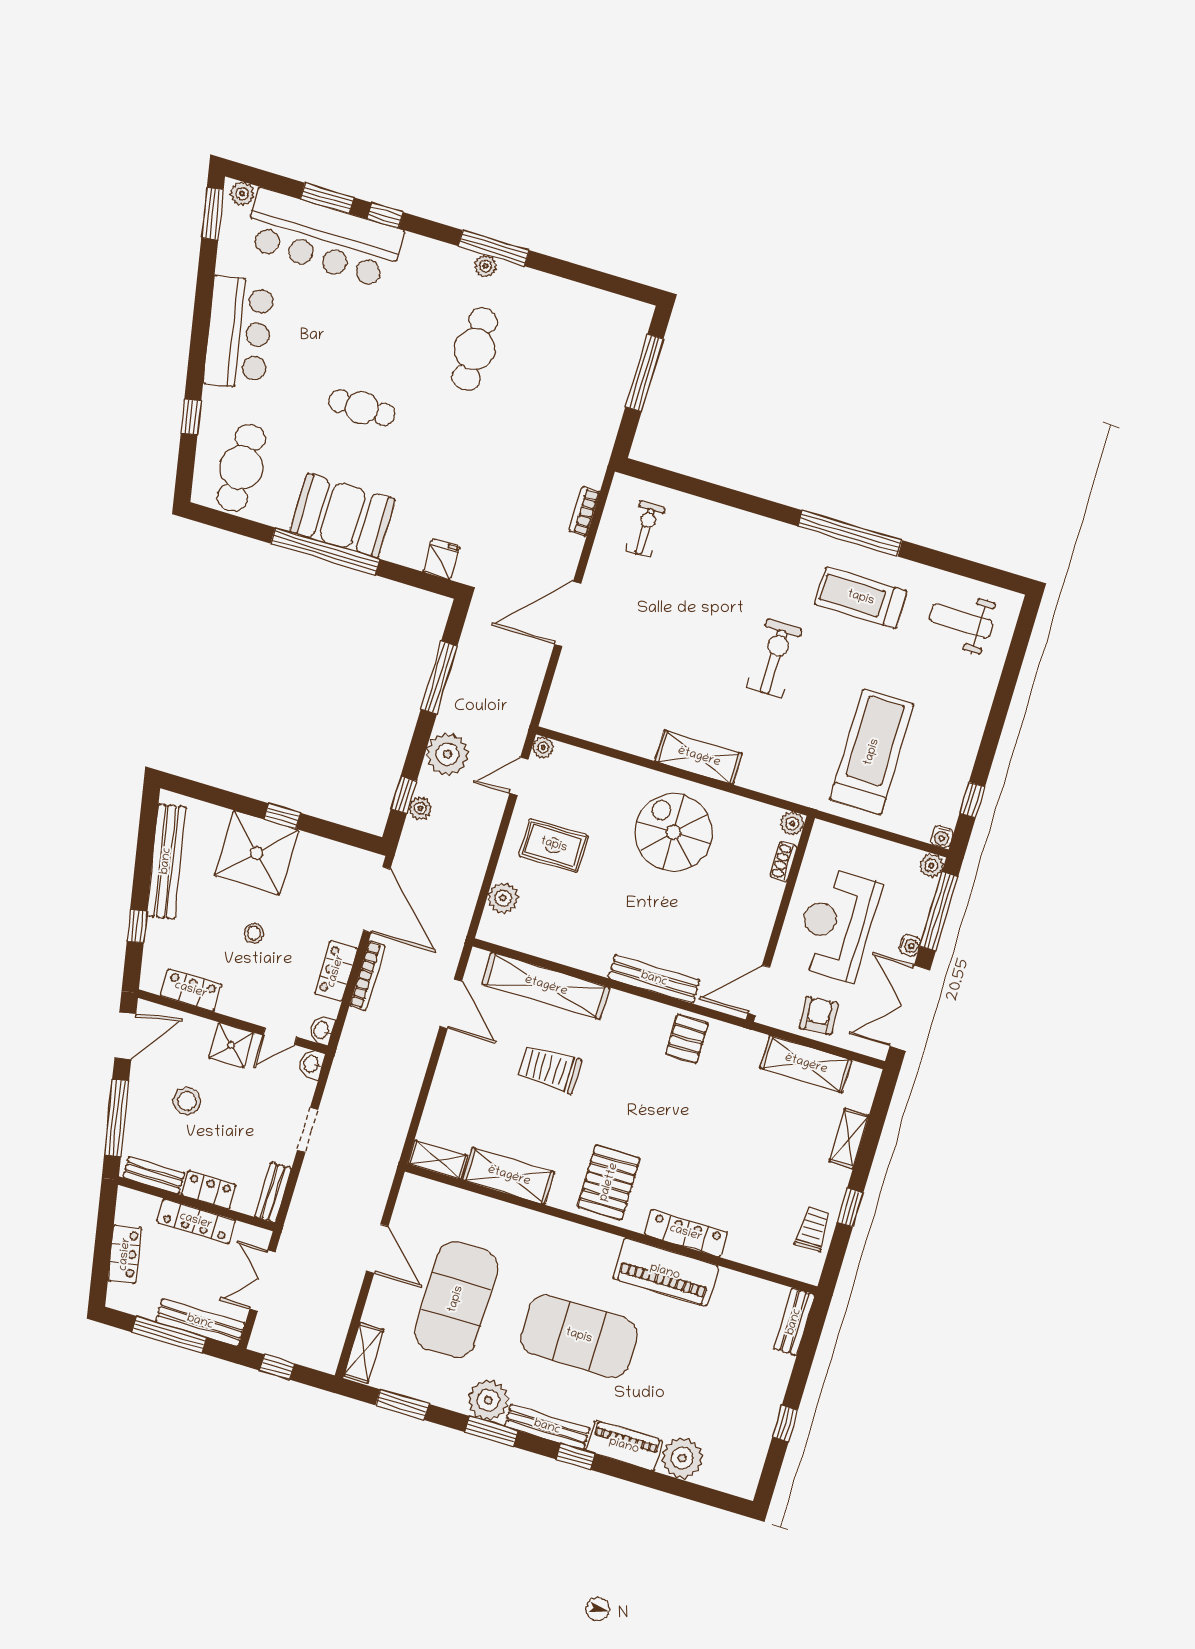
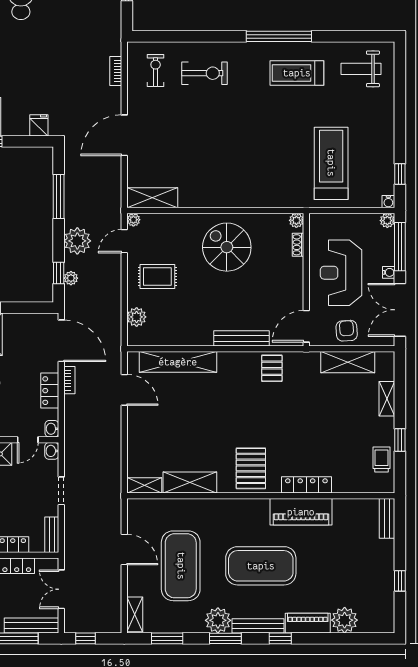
exercise bike: (774, 658) -> (205, 73), moved, turned 90
shelving: (699, 757) -> (152, 198), moved
bookcase: (367, 976) -> (69, 380), width x0.64
trolley: (550, 1069) -> (195, 411), removed

